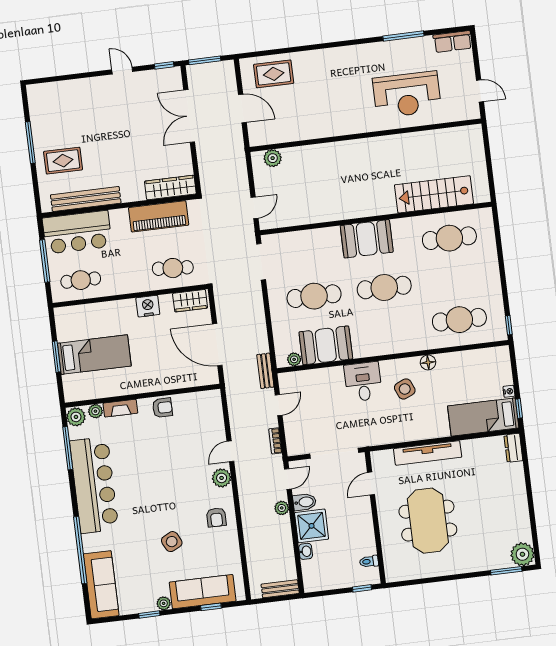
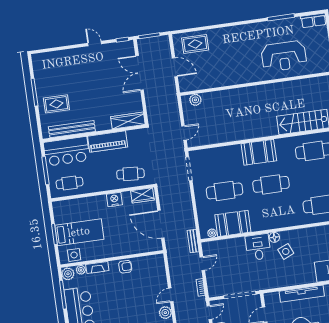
piano: (159, 216) -> (108, 142), moved
floor lamp: (428, 362) -> (274, 237), moved
side table: (86, 389) -> (74, 255), added

